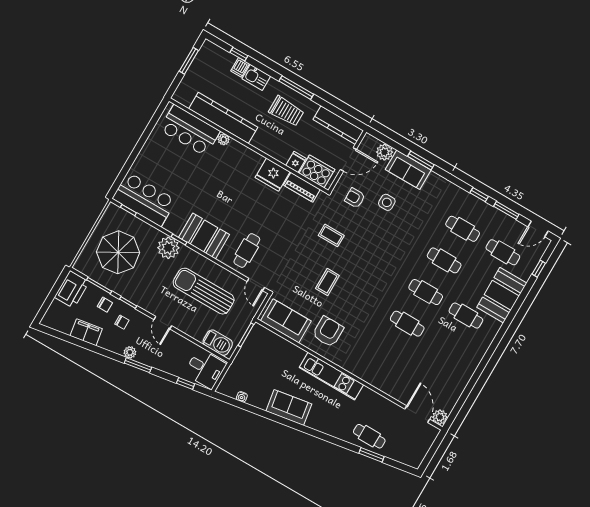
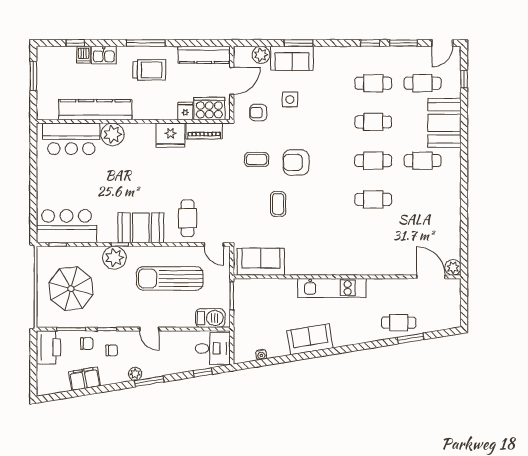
plant: (224, 139) -> (113, 134), width x1.88, depth x1.88
armchair: (328, 332) -> (296, 162), moved, turned -90

